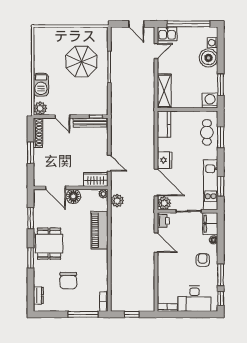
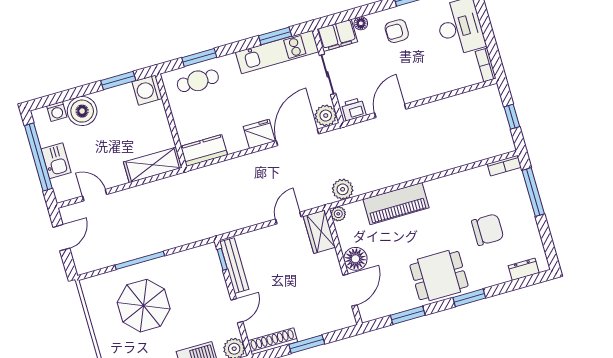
kitchen sink: (167, 34) -> (56, 161), moved

